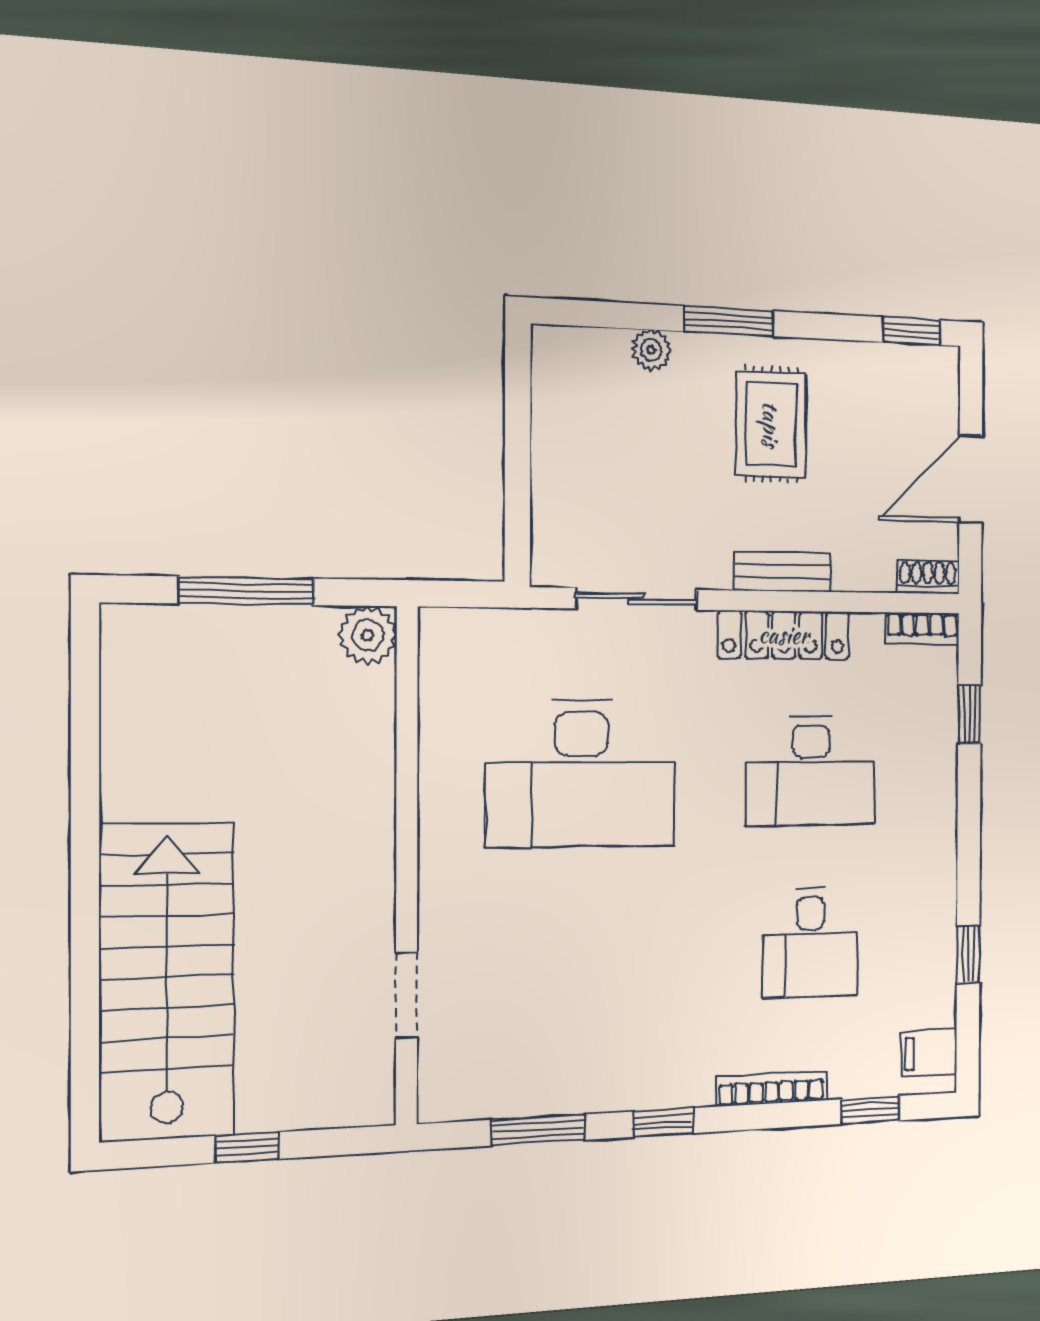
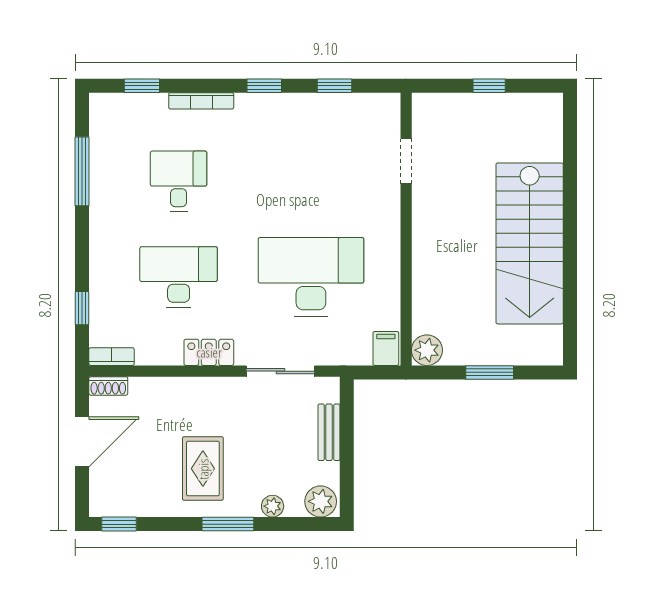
plant: (565, 355) -> (321, 501), added
bench: (783, 571) -> (329, 432), moved, turned 90
window: (247, 591) -> (490, 372), width x0.69
locker: (784, 635) -> (209, 352), width x0.66
window: (968, 954) -> (82, 171), width x2.17
stairs: (167, 981) -> (530, 243), moved
filing cabinet: (929, 1053) -> (386, 348), moved, turned -90
window: (538, 1130) -> (335, 86), width x0.67

